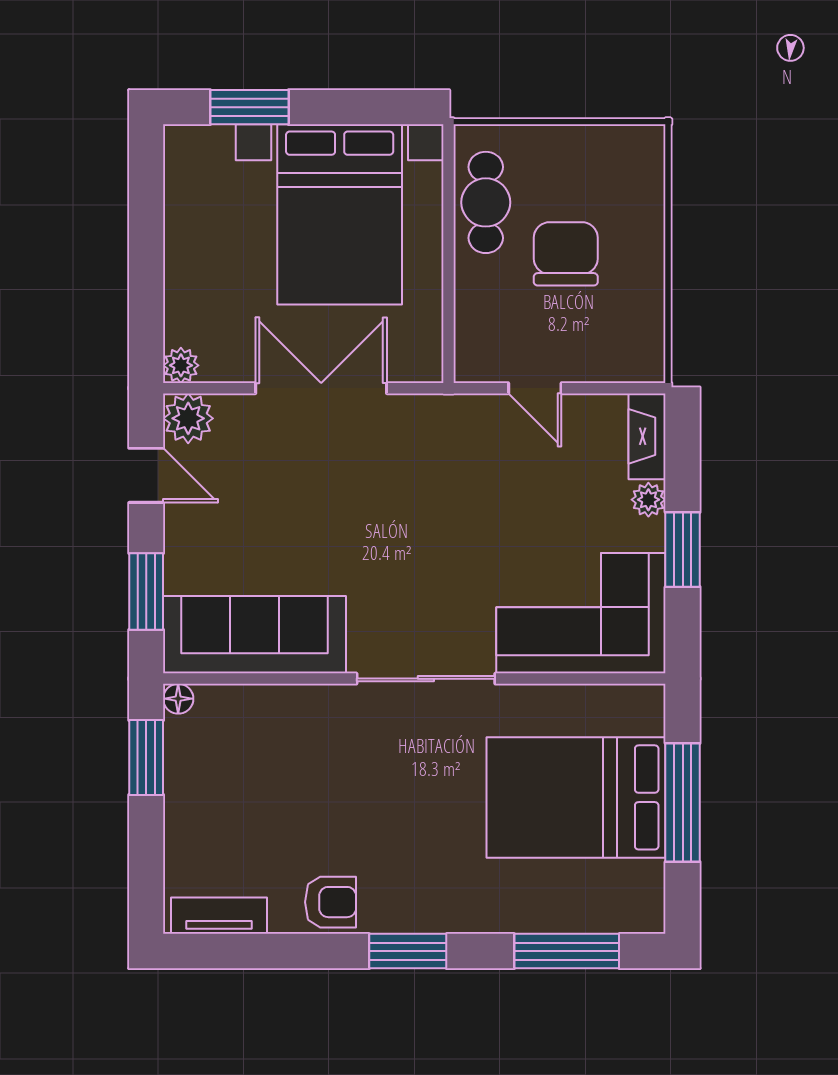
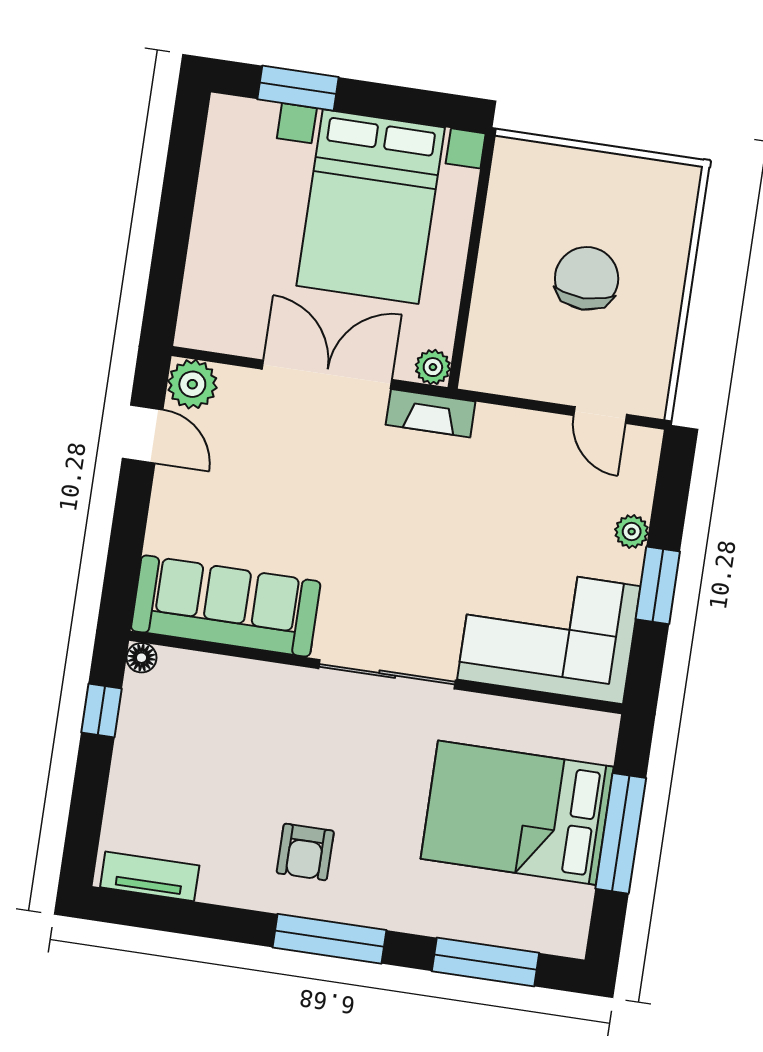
cafe table: (486, 202) -> (516, 216), removed
plant: (181, 365) -> (433, 367), moved
door: (535, 388) -> (600, 415), moved
fireplace: (647, 436) -> (431, 413), moved, turned -90
window: (146, 592) -> (126, 548), removed
window: (146, 757) -> (101, 711), width x0.67
armchair: (330, 902) -> (305, 852), moved, turned 90
window: (408, 951) -> (330, 939), width x1.44

